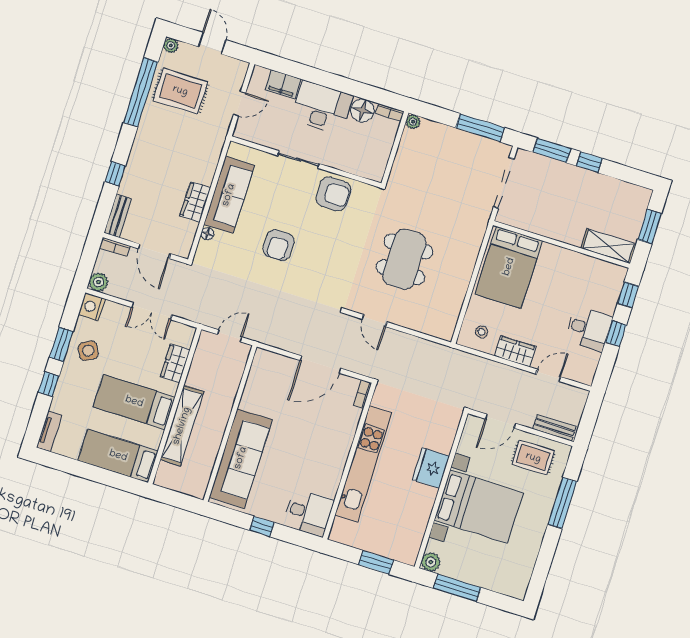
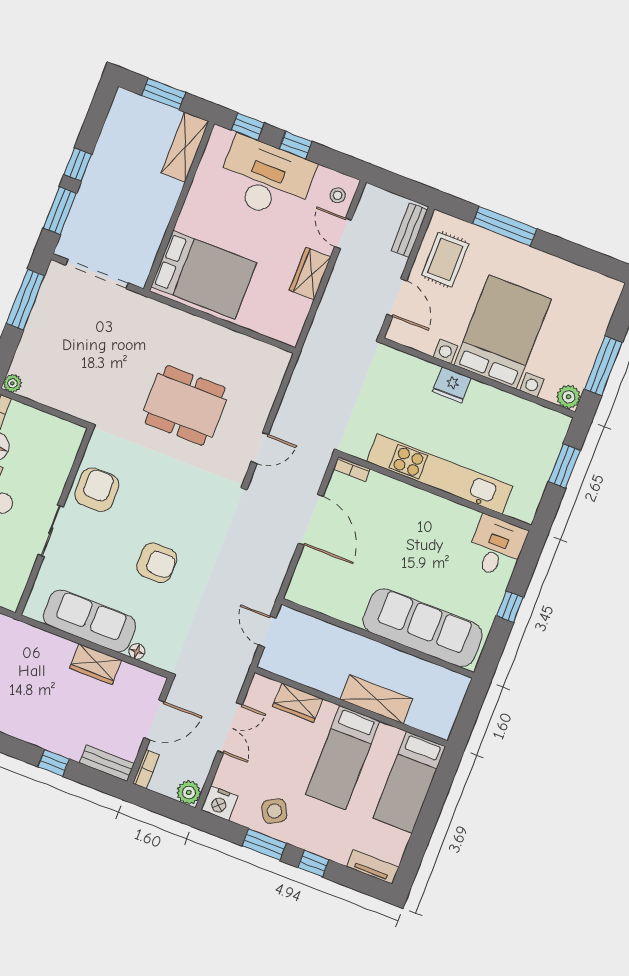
desk: (589, 329) -> (266, 179), width x1.87, depth x1.30
stool: (482, 332) -> (338, 195), moved
shelving: (182, 426) -> (376, 699), width x0.68
fridge: (431, 468) -> (452, 385), width x0.73, depth x0.75

